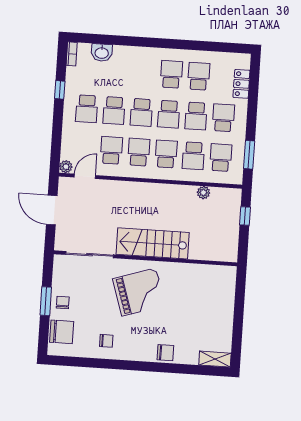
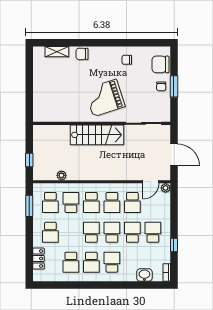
school desk: (196, 116) -> (112, 262), moved
shelving: (215, 359) -> (57, 52), moved

